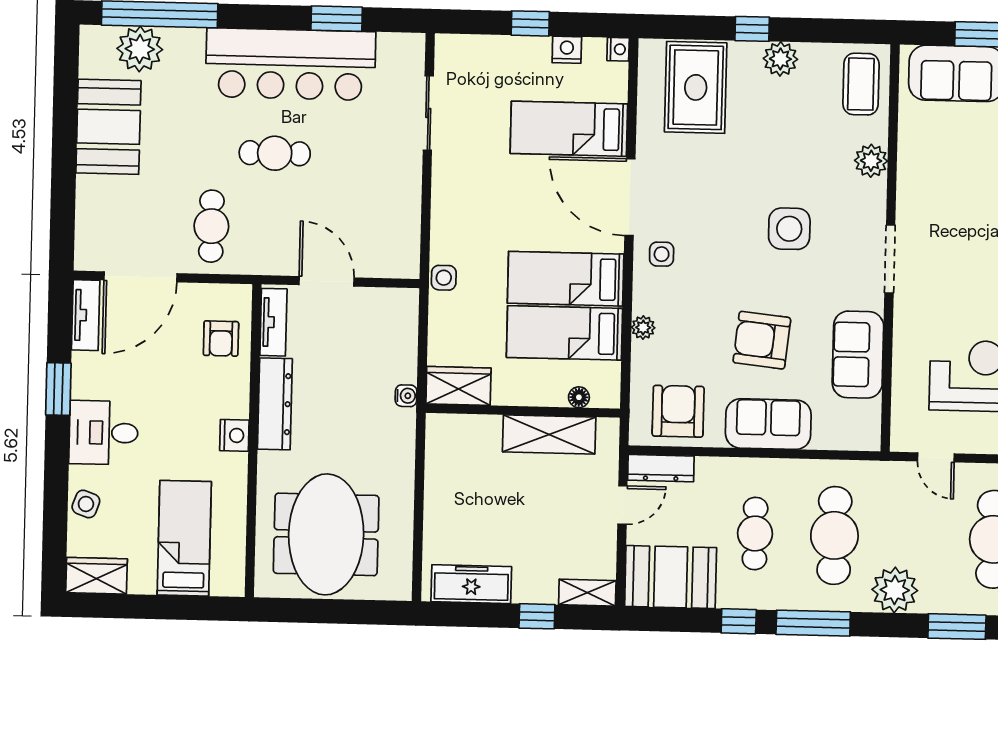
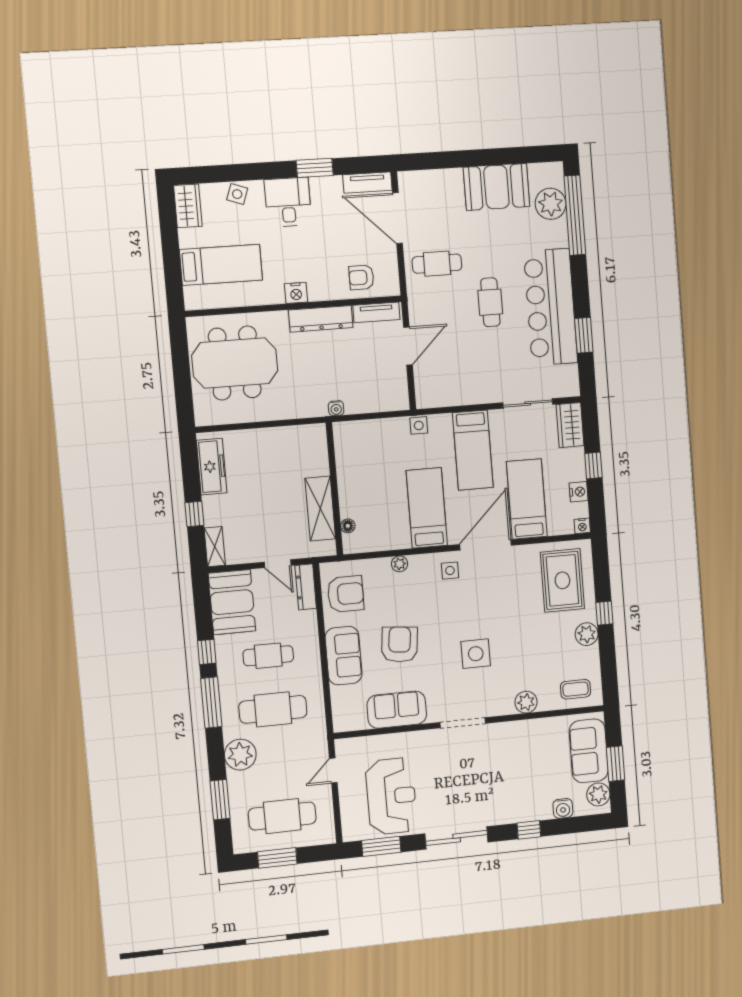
coffee table: (861, 84) -> (576, 689), width x0.73, depth x0.77
rug: (696, 87) -> (562, 580), turned 90
bed: (565, 333) -> (473, 450), moved, turned 180
wardrobe: (458, 386) -> (570, 425), moved, turned 180

